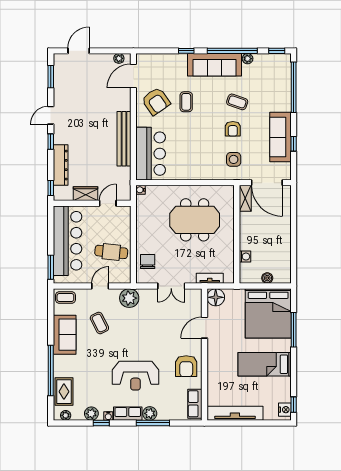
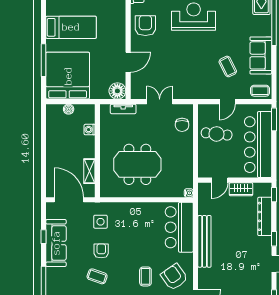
shelving: (245, 198) -> (89, 171), moved
plant: (129, 298) -> (200, 90), removed

